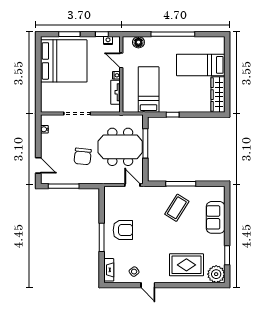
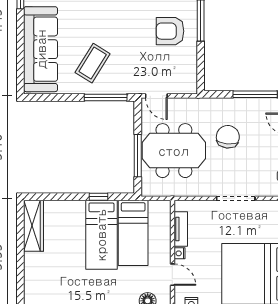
bed: (201, 65) -> (101, 235), moved, turned 90
window: (181, 184) -> (106, 98), moved
sofa: (216, 217) -> (41, 49), width x1.85, depth x1.27

